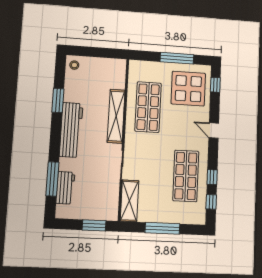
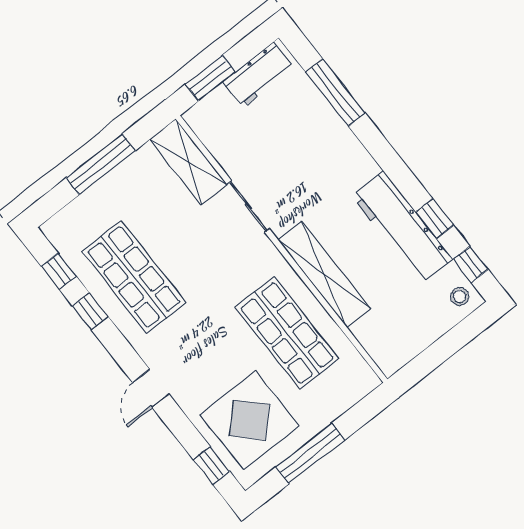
window: (60, 73) -> (471, 264), added
window: (58, 101) -> (435, 219), width x0.67
workbench: (71, 130) -> (402, 227), moved
door: (214, 131) -> (151, 388), swing flipped
workbench: (65, 188) -> (258, 75), moved, turned -90

